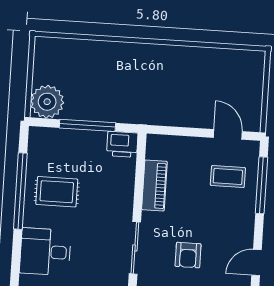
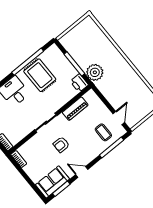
plant: (47, 102) -> (95, 72), moved
rug: (57, 192) -> (40, 75), width x1.36, depth x1.43

